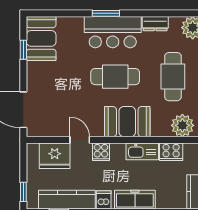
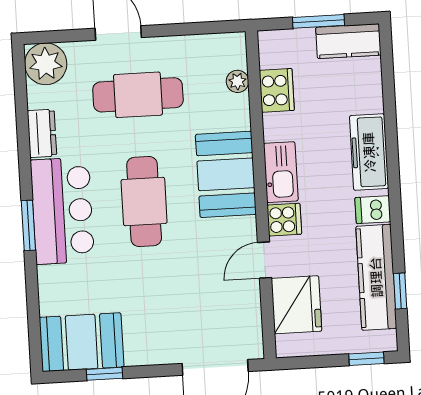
plant: (182, 125) -> (237, 81), width x0.53, depth x0.53
kitchen sink: (142, 151) -> (281, 172), moved

